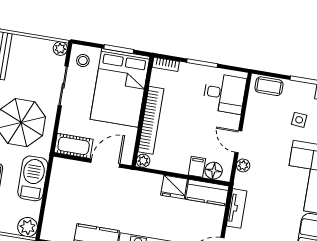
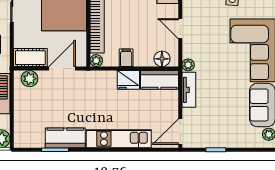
plant: (243, 165) -> (188, 65), moved
filing cabinet: (197, 167) -> (126, 58), moved
plant: (69, 168) -> (30, 79), added

